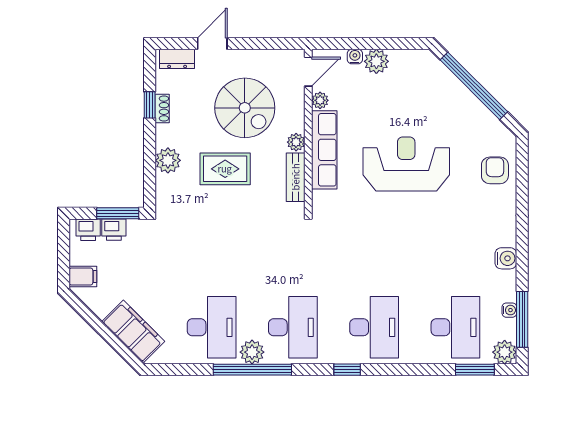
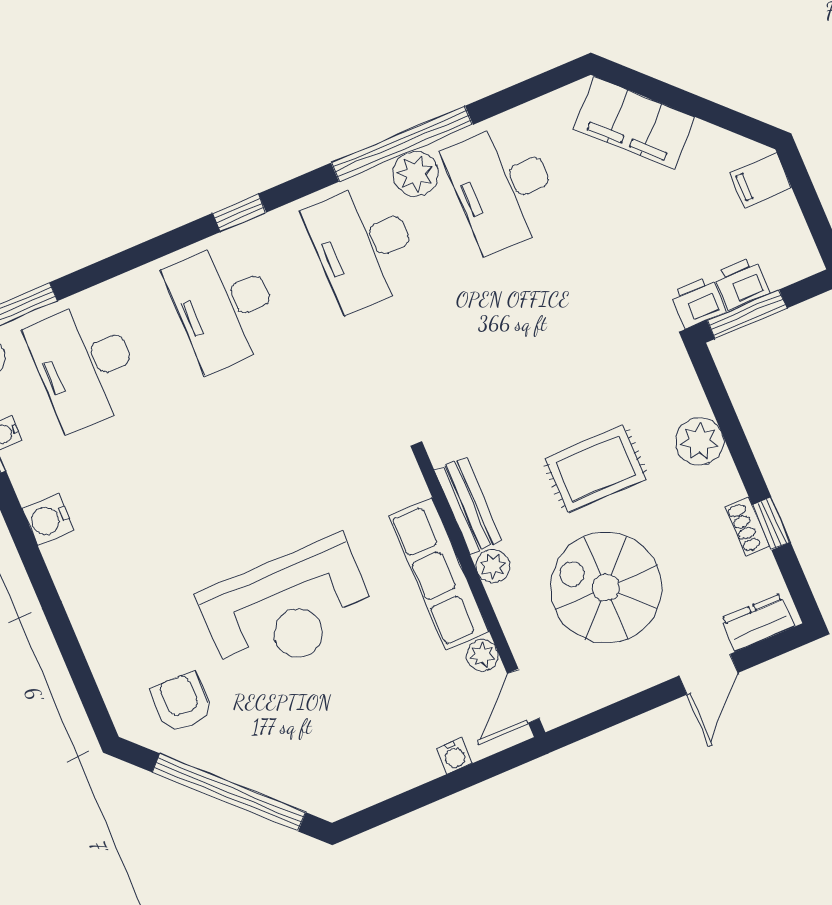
plant: (376, 61) -> (414, 763), removed
armchair: (495, 170) -> (182, 702), moved, turned 180
printer: (88, 230) -> (698, 302), moved

